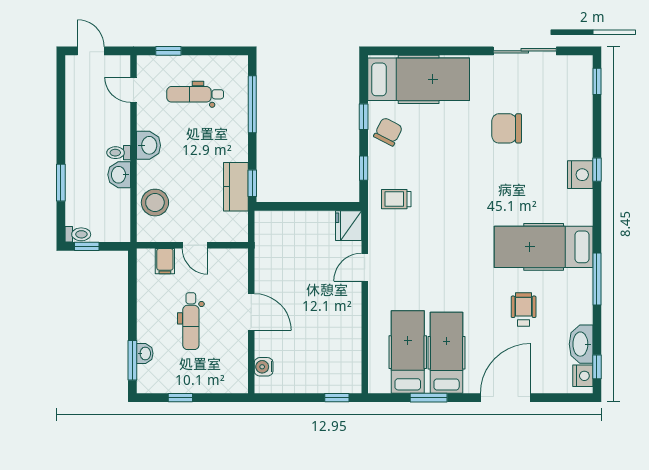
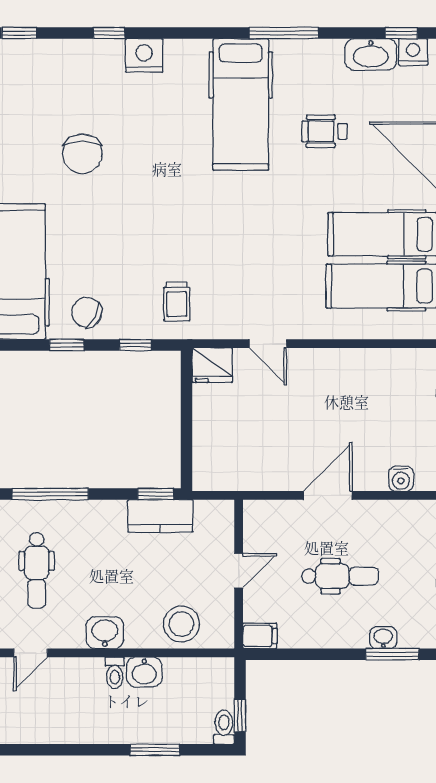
window: (597, 170) -> (109, 33), moved
filing cabinet: (165, 261) -> (260, 636), moved

